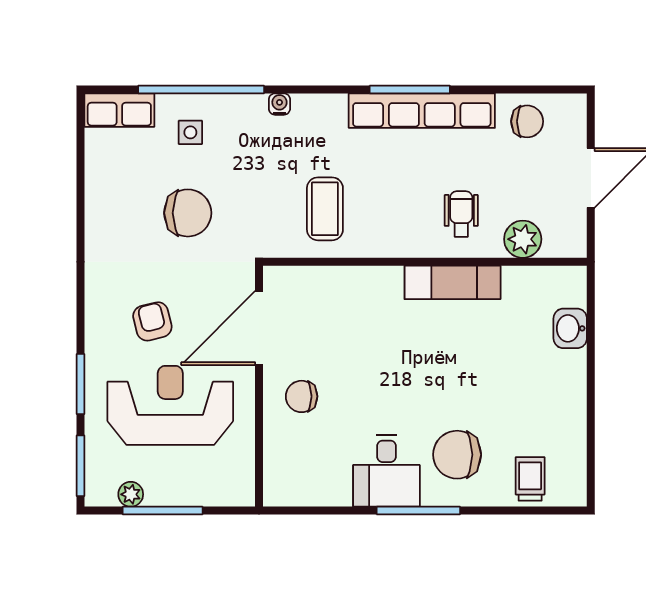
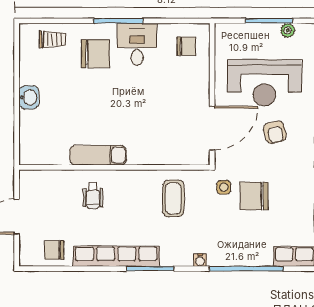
window: (410, 90) -> (150, 269), moved
side table: (190, 132) -> (224, 187), moved
plant: (523, 239) -> (57, 181), removed
washbasin: (570, 328) -> (29, 97), moved
chair: (302, 396) -> (186, 46), moved
trolley: (530, 479) -> (52, 39), turned -90

